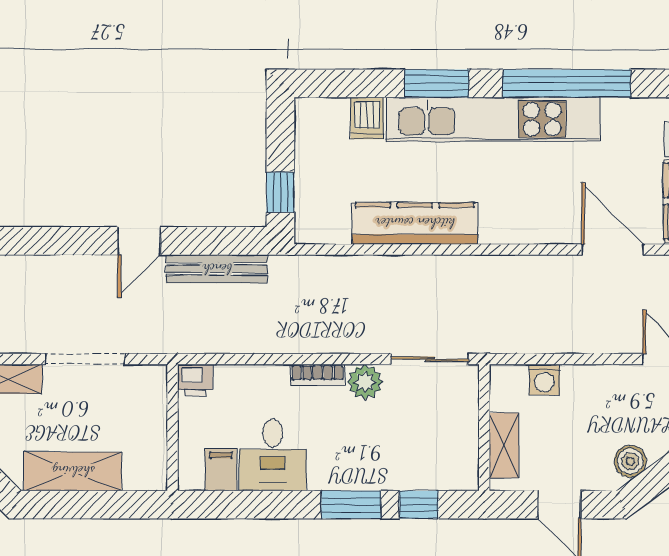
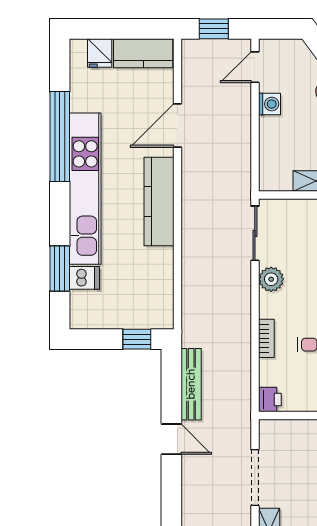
window: (437, 83) -> (60, 268), moved
kitchen counter: (415, 223) -> (159, 201), moved
door: (613, 249) -> (177, 125), moved
bookcase: (317, 375) -> (266, 338), moved
washing machine: (544, 380) -> (270, 104), moved

